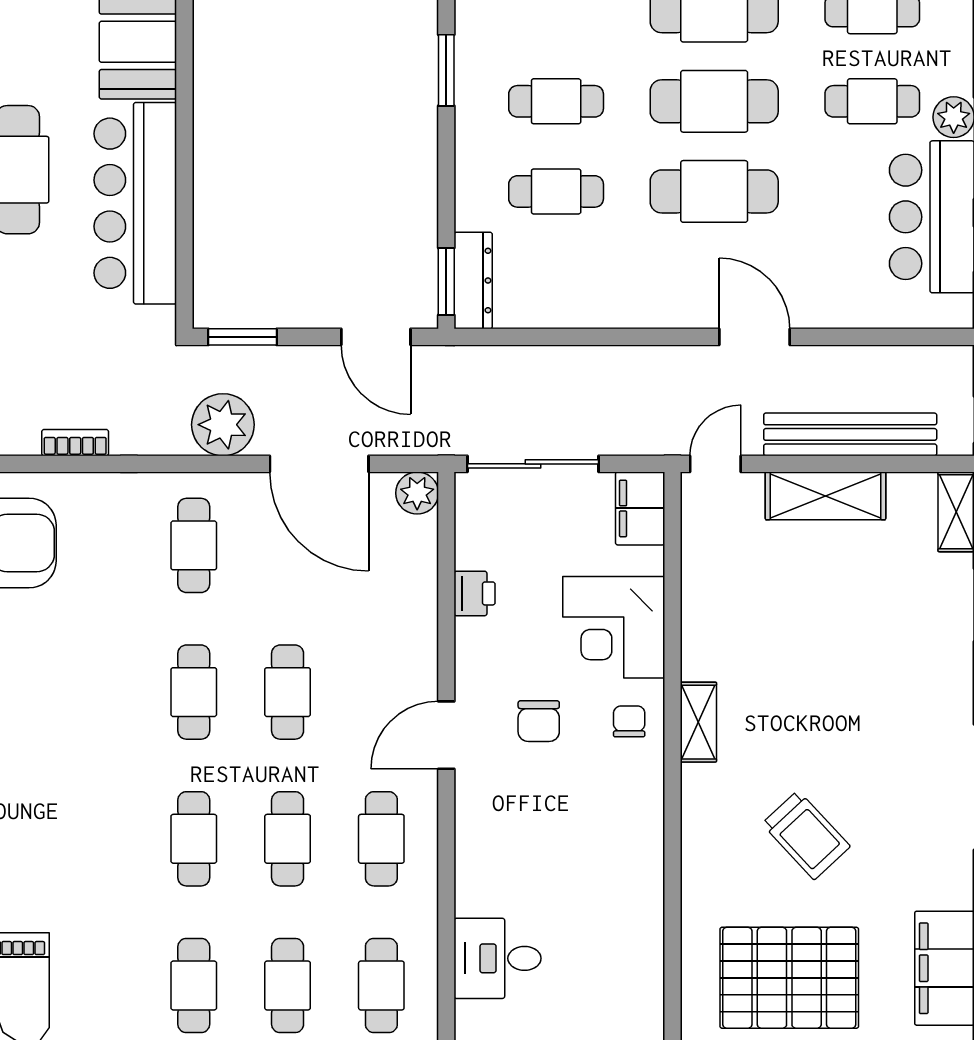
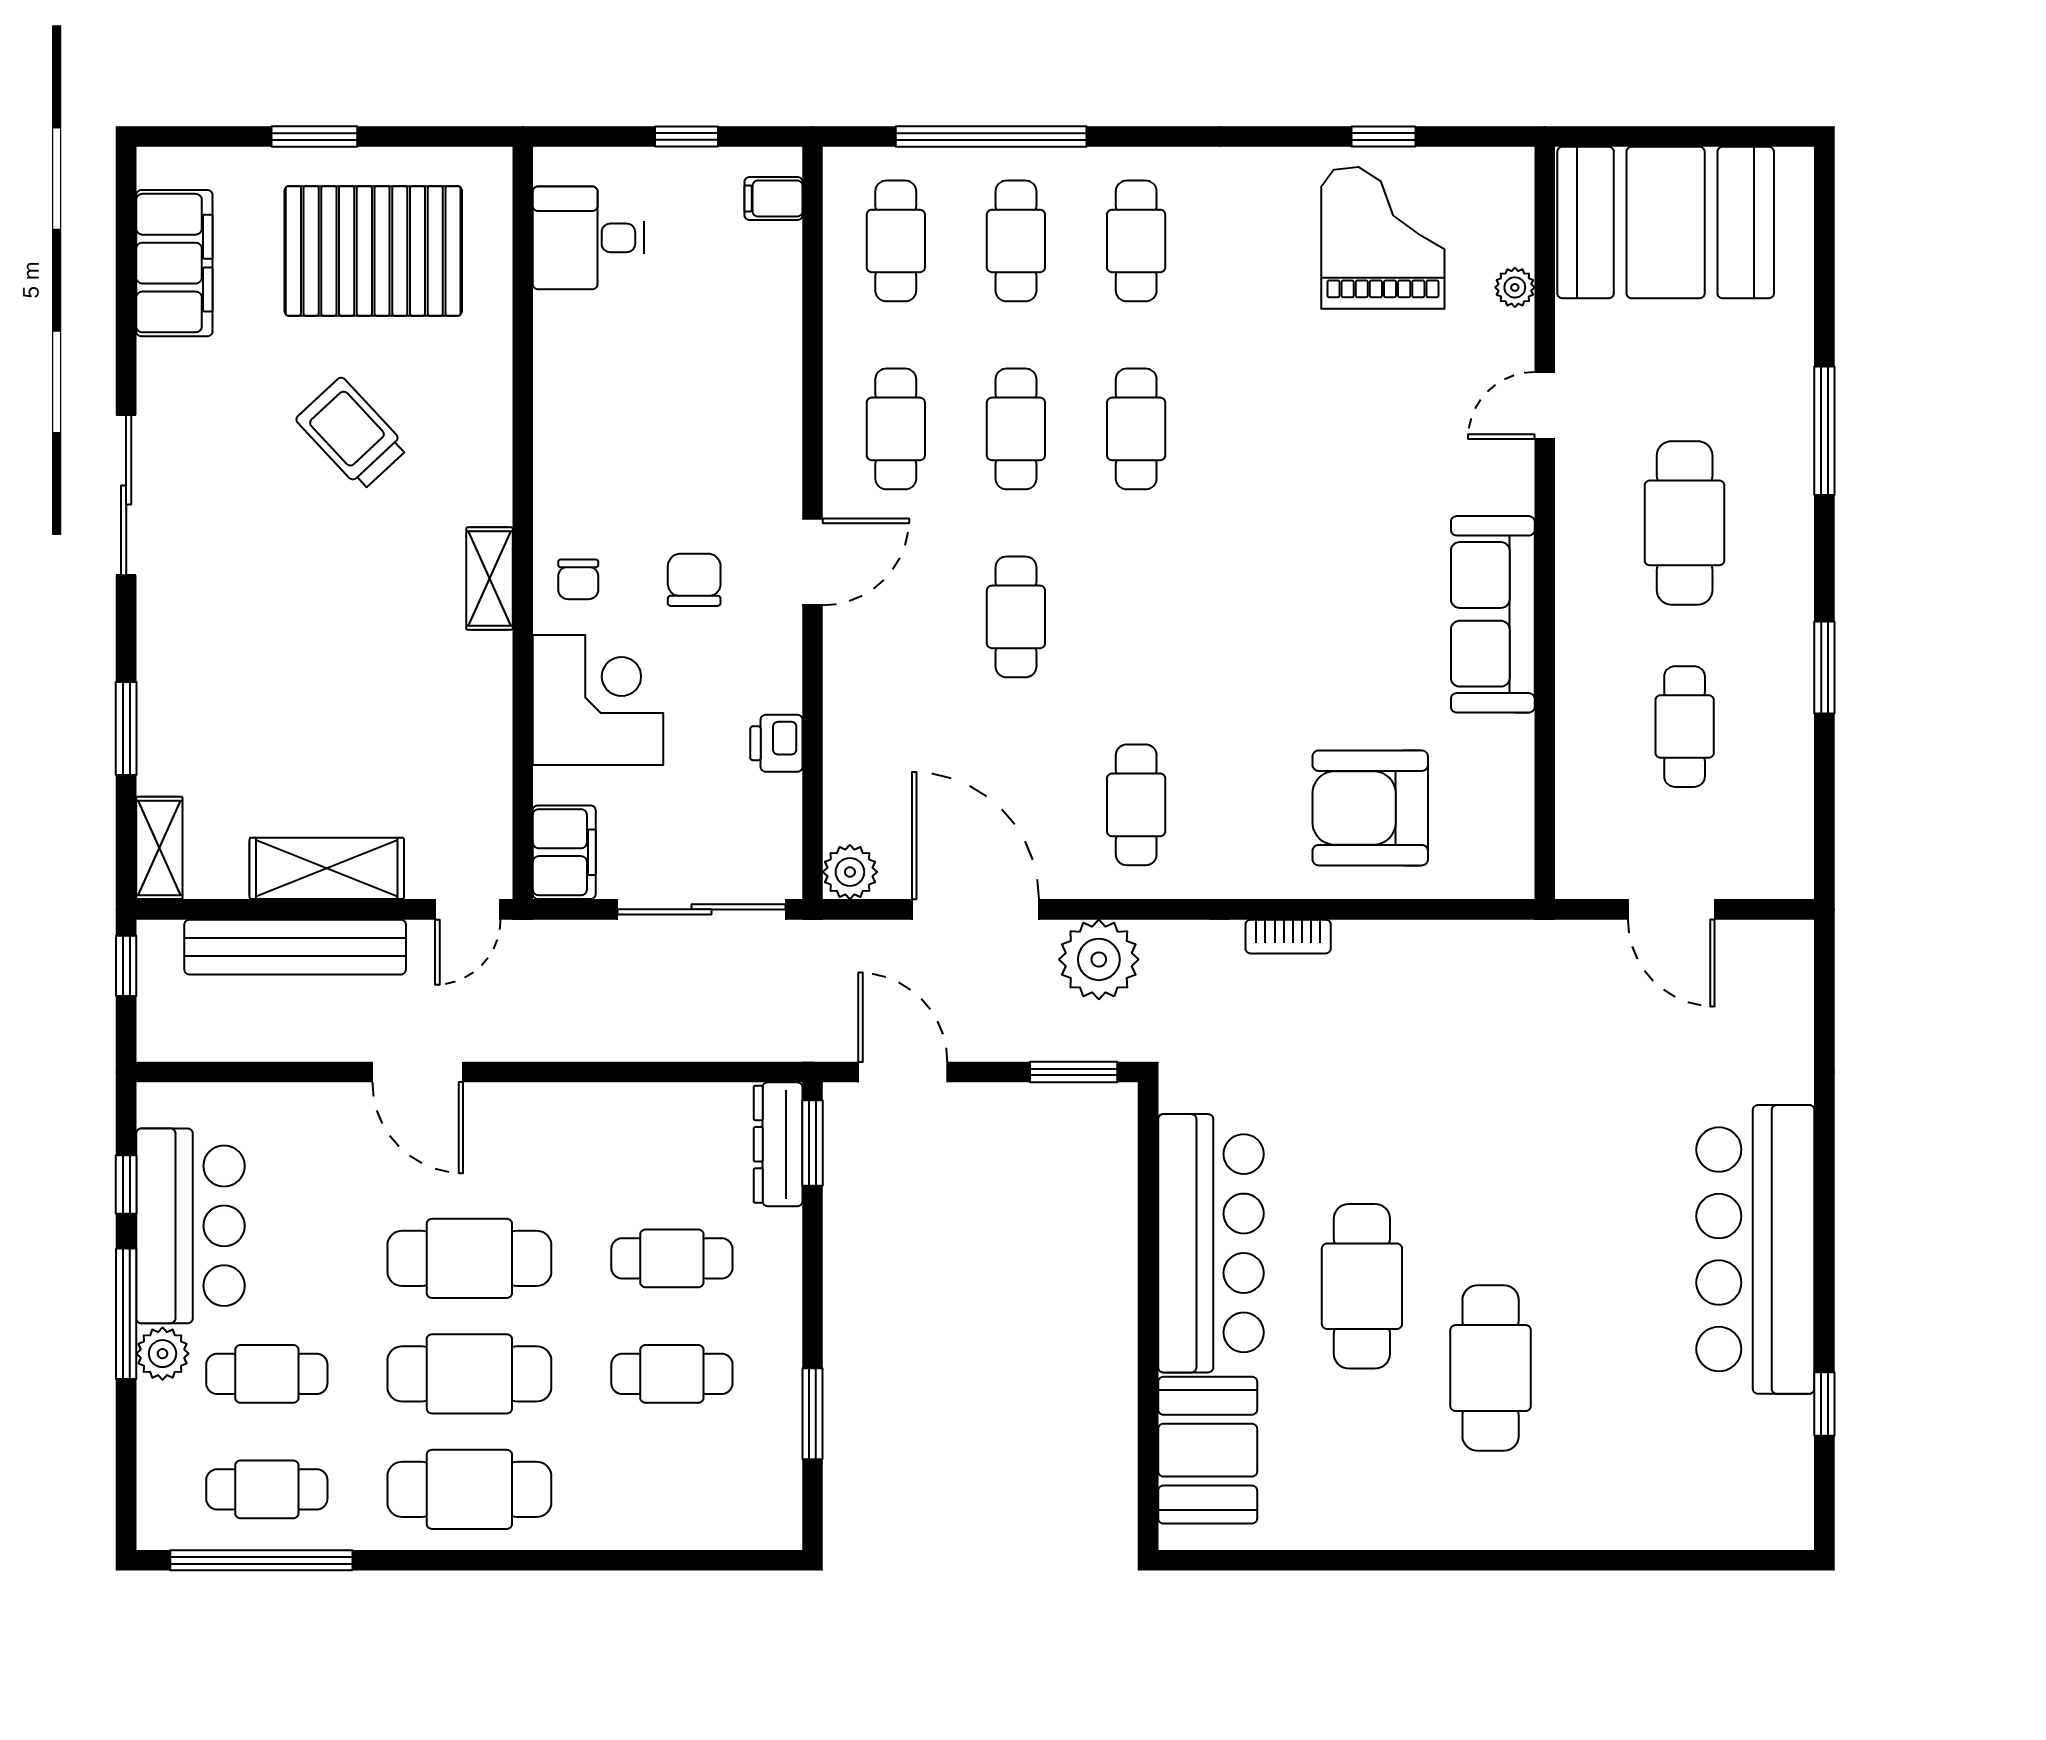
cafe table: (194, 692) -> (1136, 617), removed
desk: (498, 958) -> (588, 238), moved, turned 180
filing cabinet: (477, 1019) -> (774, 199), added

